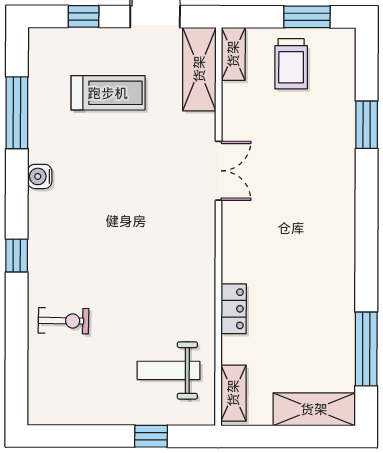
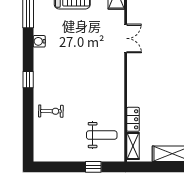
locker: (234, 309) -> (133, 119), moved
weight bench: (169, 370) -> (102, 135), turned 180

